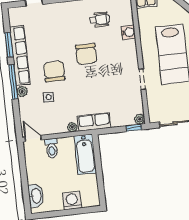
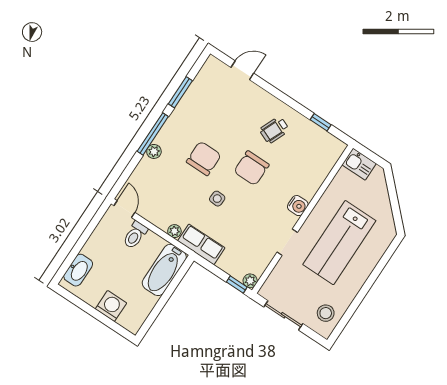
wheelchair: (100, 19) -> (274, 130), moved, turned 113
water cooler: (128, 32) -> (298, 206), moved
row of seats: (20, 55) -> (182, 113), removed
side table: (49, 97) -> (217, 199), moved

